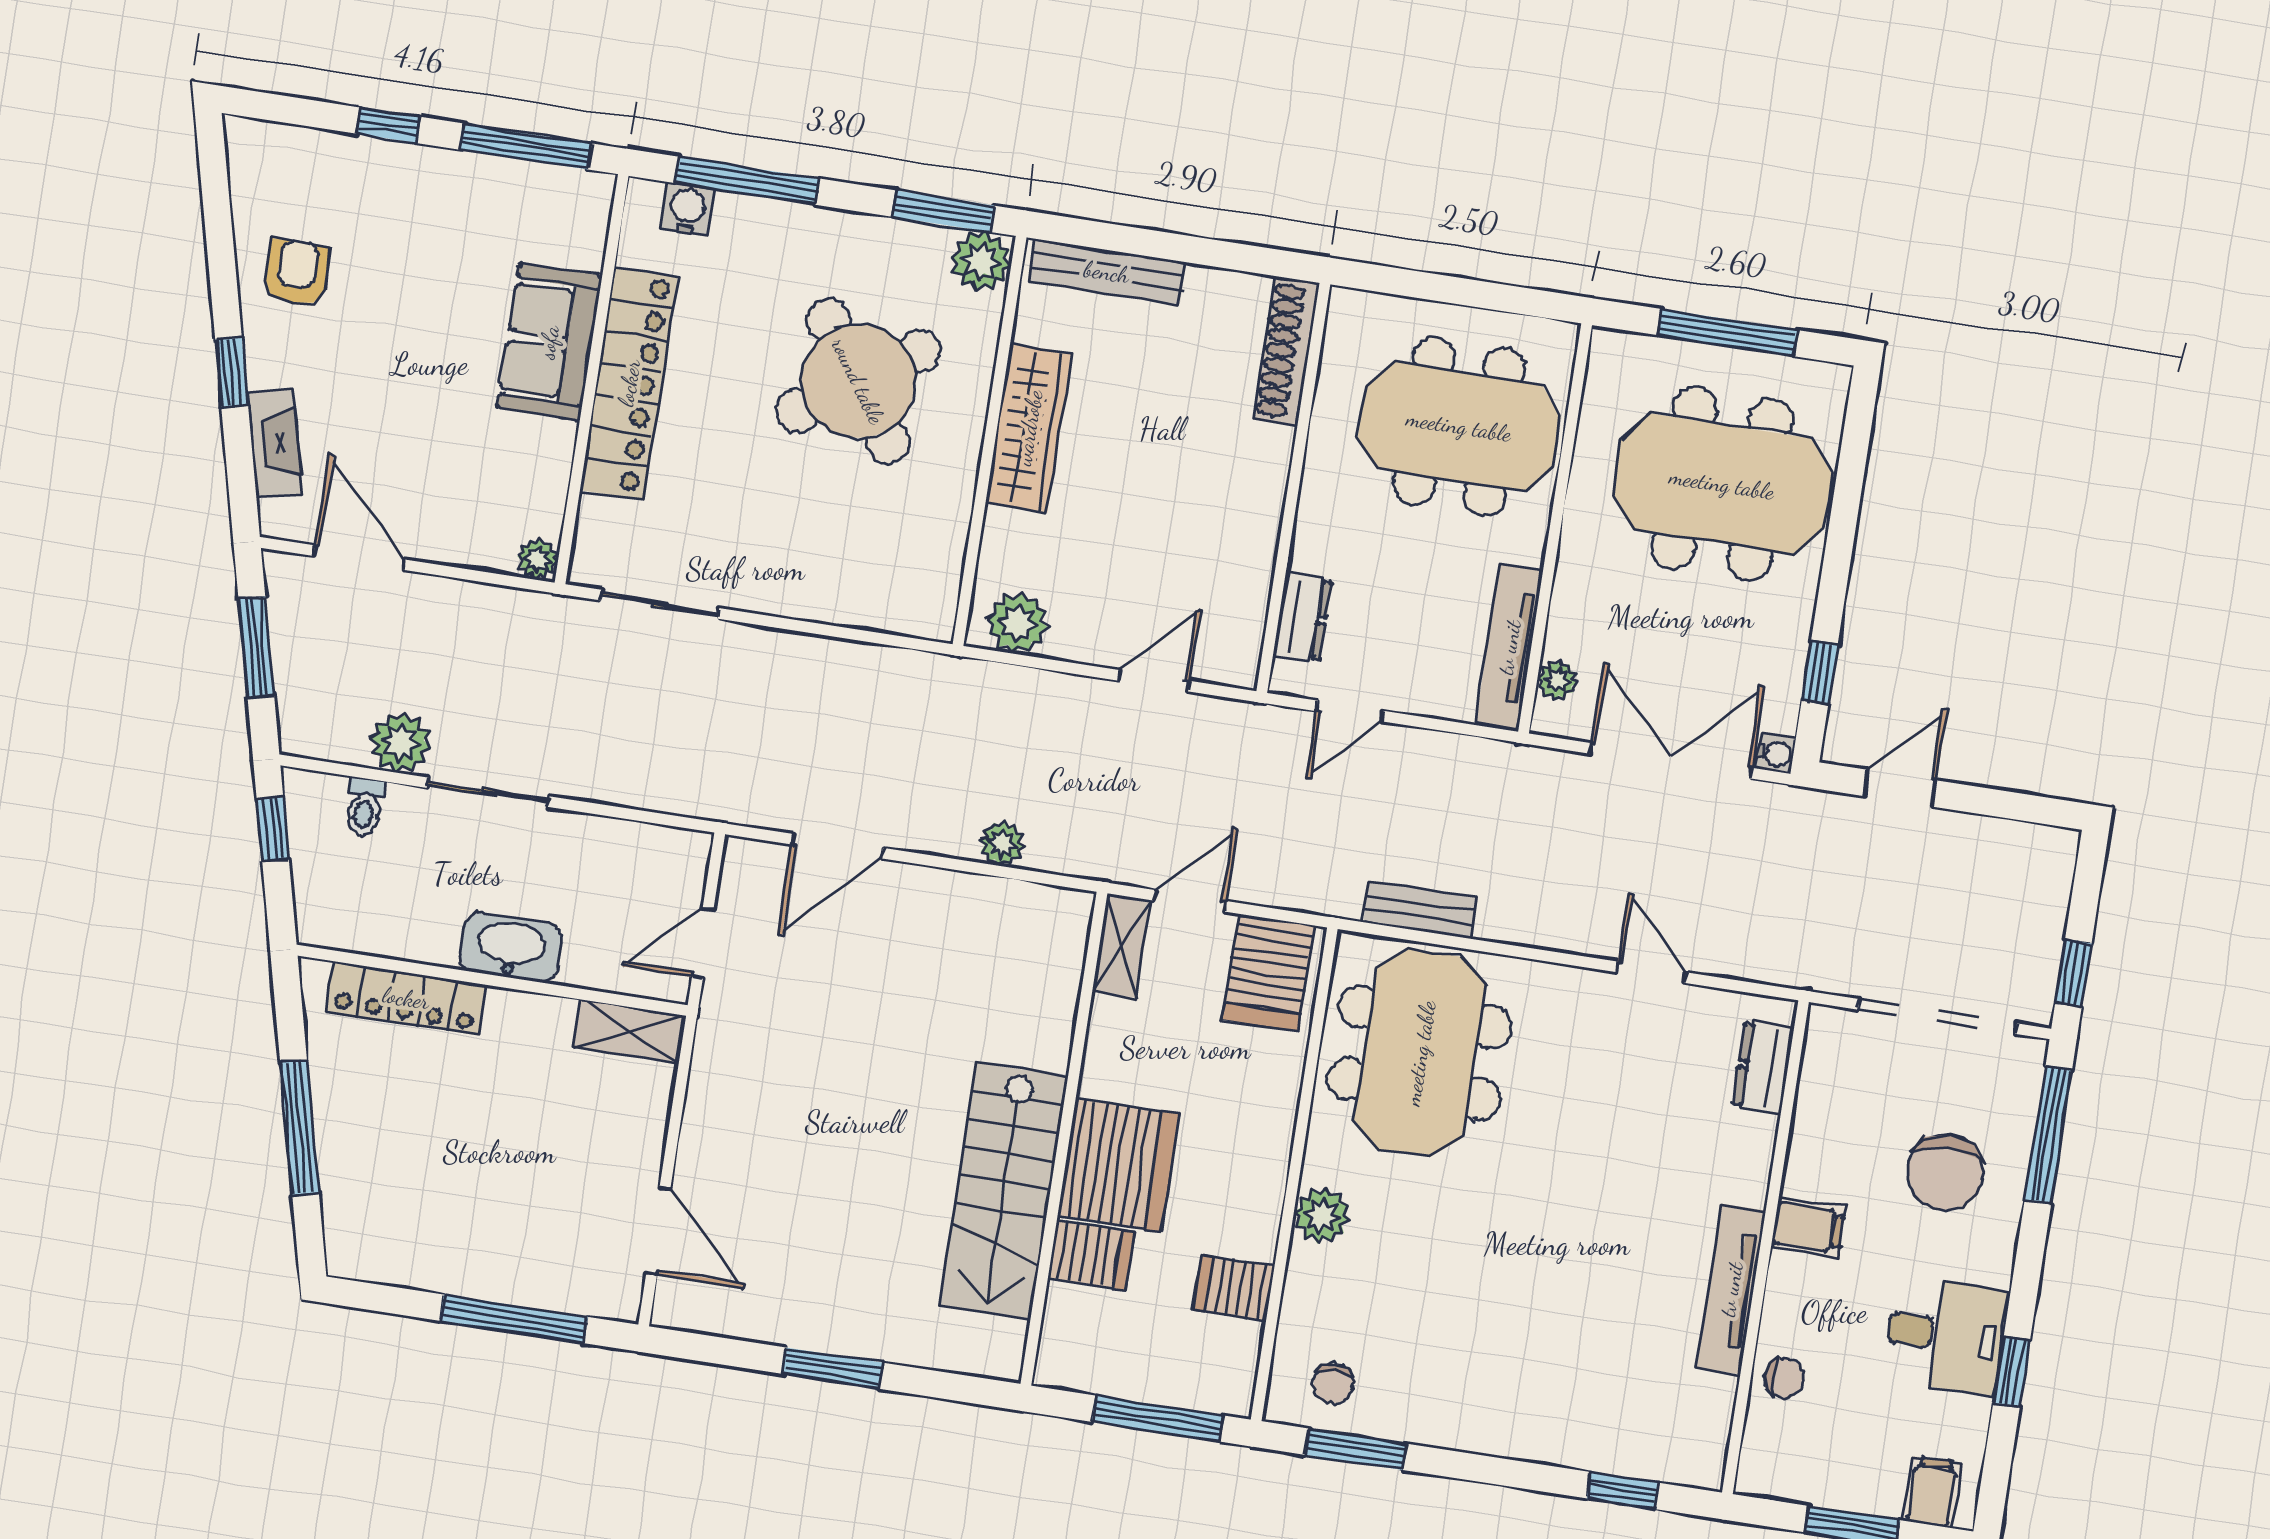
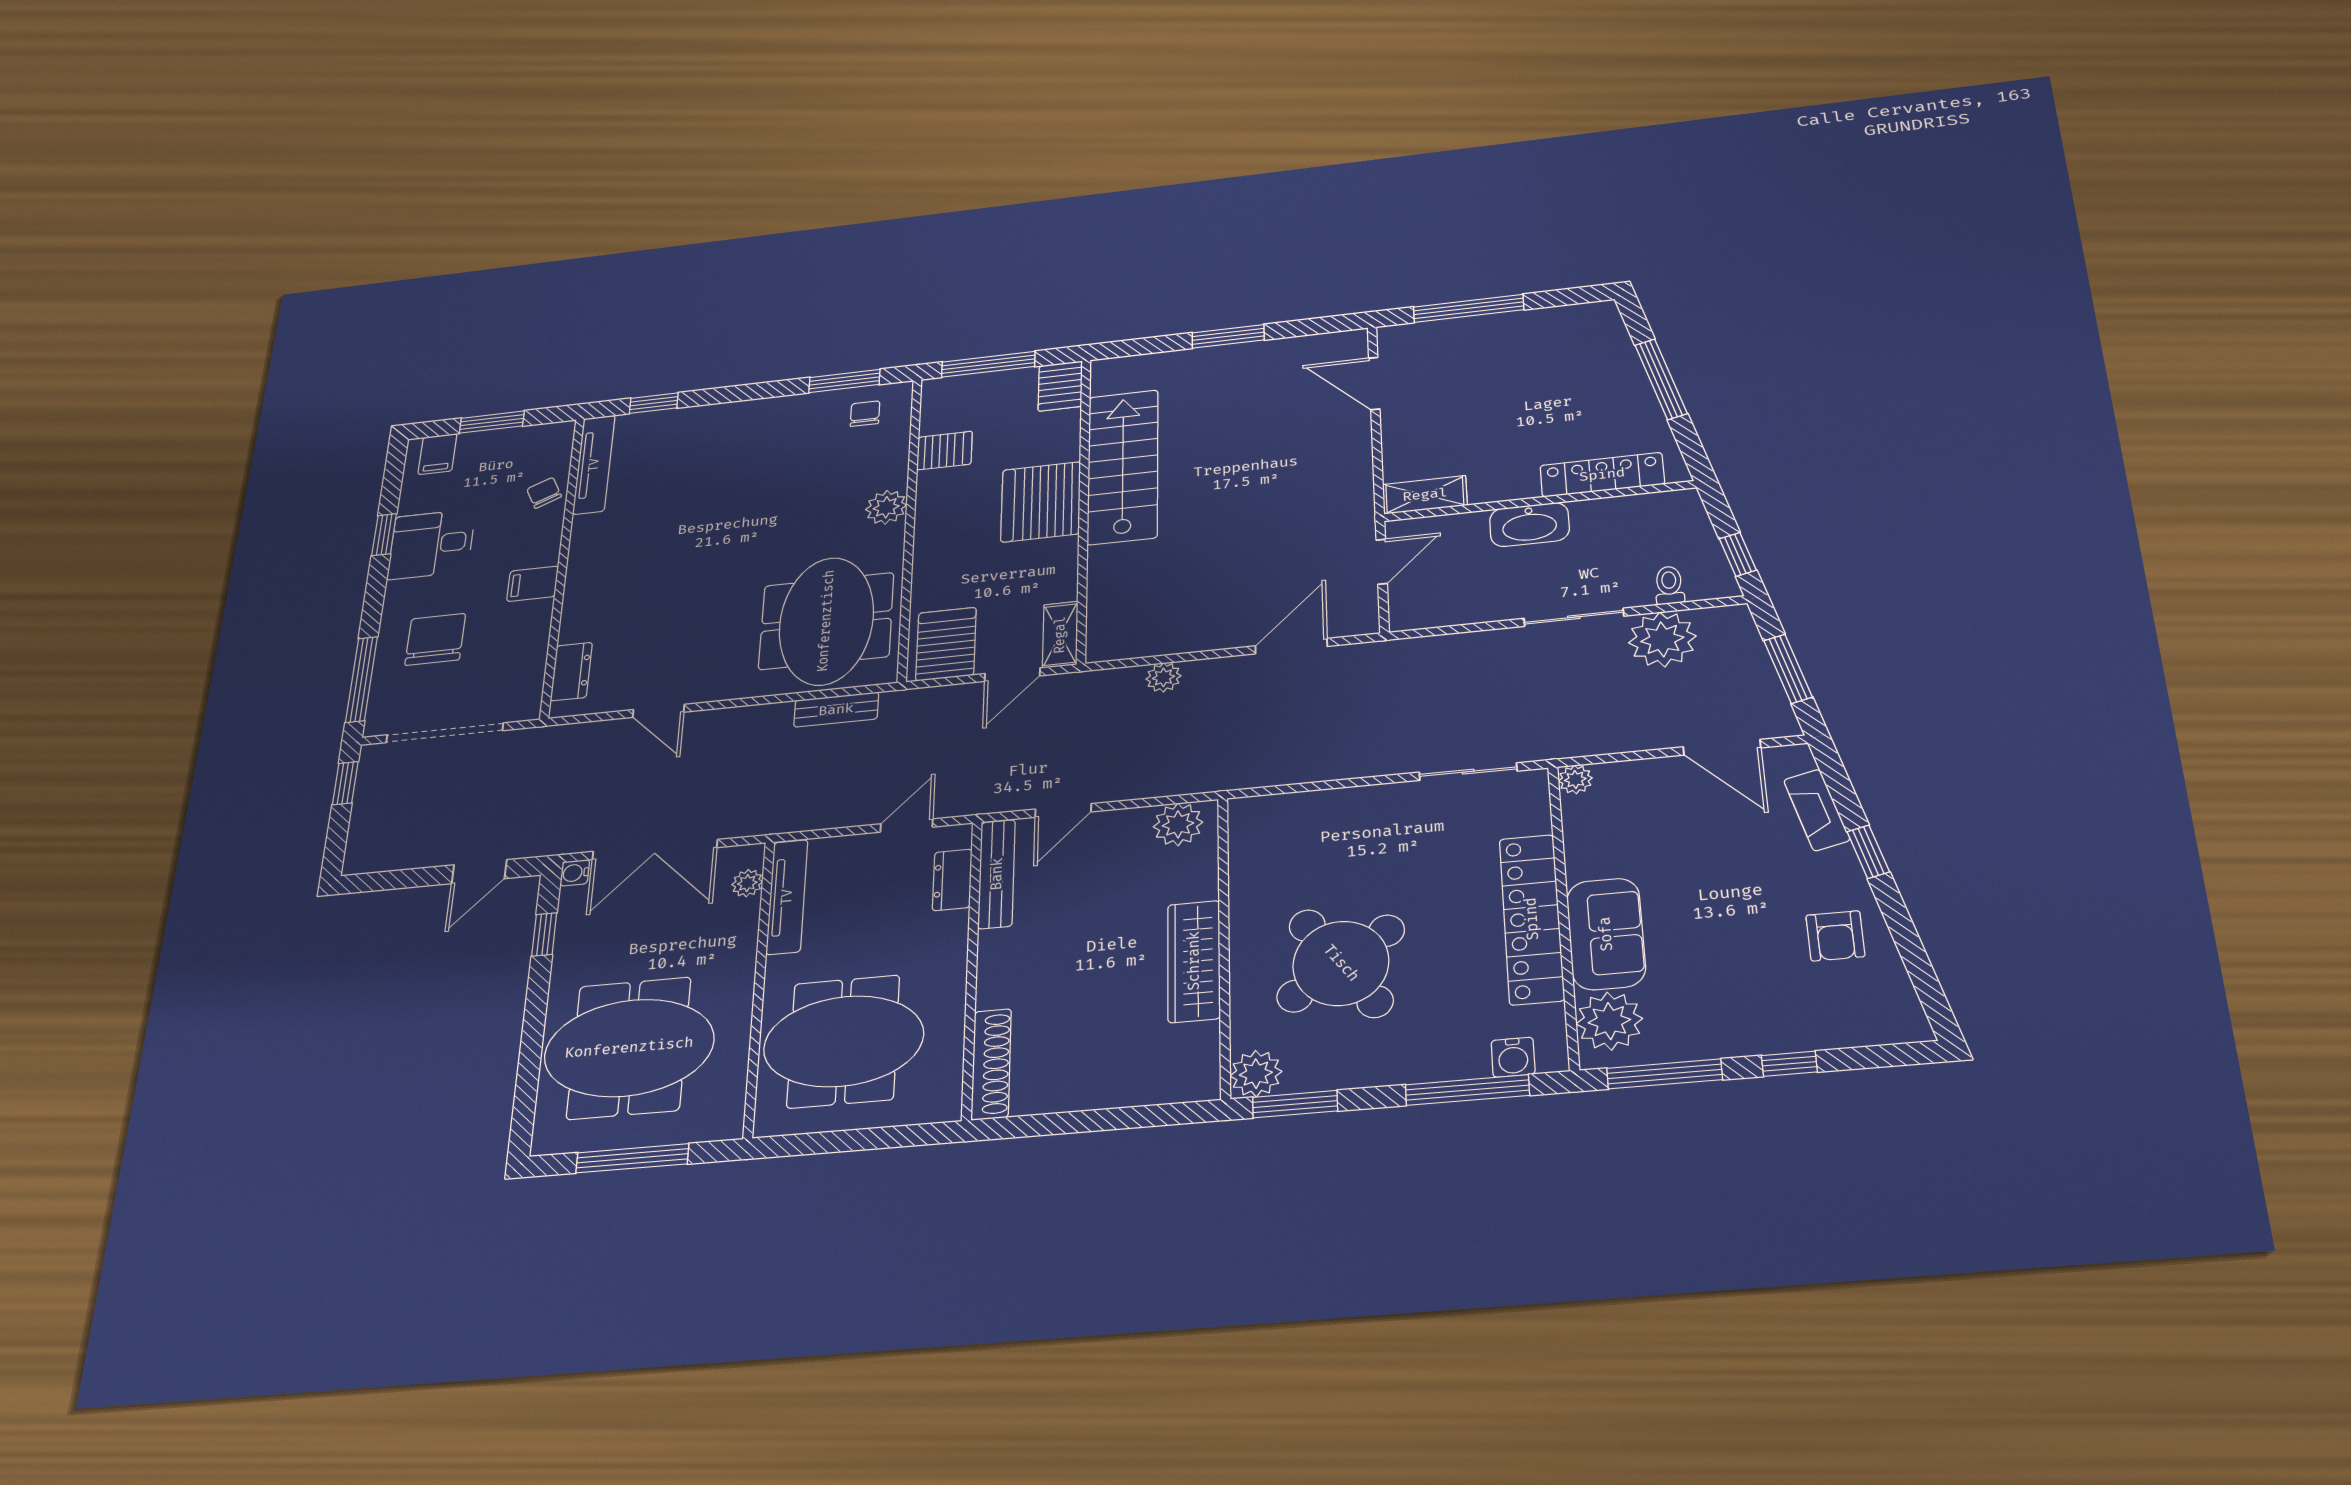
plant: (571, 228) -> (1609, 1021), added
bench: (1107, 272) -> (997, 874), moved, turned 90
plant: (401, 743) -> (1662, 639), width x1.36, depth x1.36
server rack: (1091, 1255) -> (1060, 386), moved, turned -90
tv unit: (1731, 1289) -> (594, 465), moved
chair: (1785, 1378) -> (544, 493), turned 66

